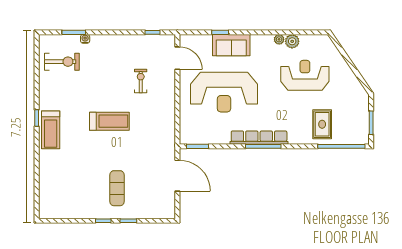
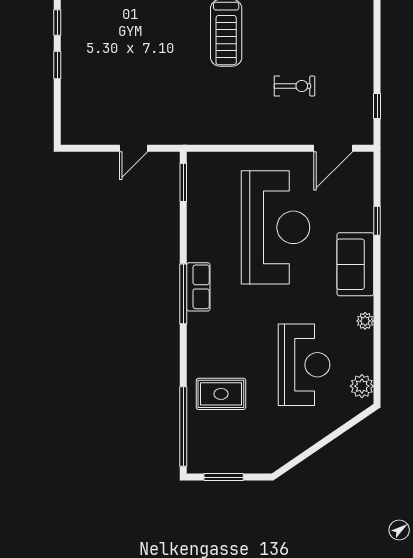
plant: (292, 41) -> (362, 386), moved
sofa: (231, 45) -> (355, 264), moved
reception desk: (224, 92) -> (276, 227), turned 180
row of seats: (259, 138) -> (198, 287), width x0.50
door: (177, 176) -> (134, 148), width x0.53
exercise mat: (117, 188) -> (112, 46), removed

